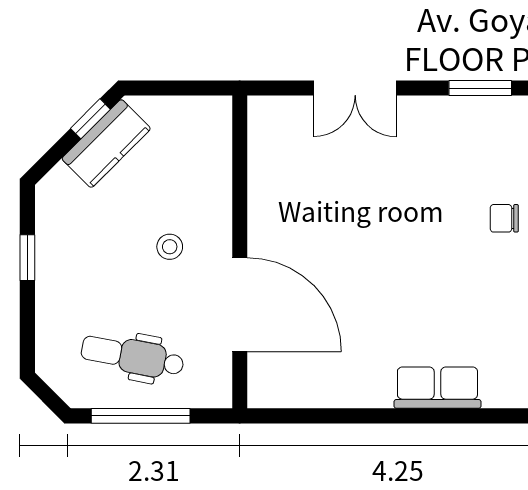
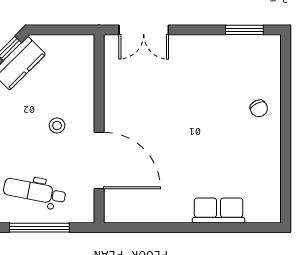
double door: (355, 88) -> (144, 30), moved
chair: (504, 218) -> (259, 108), turned -117

